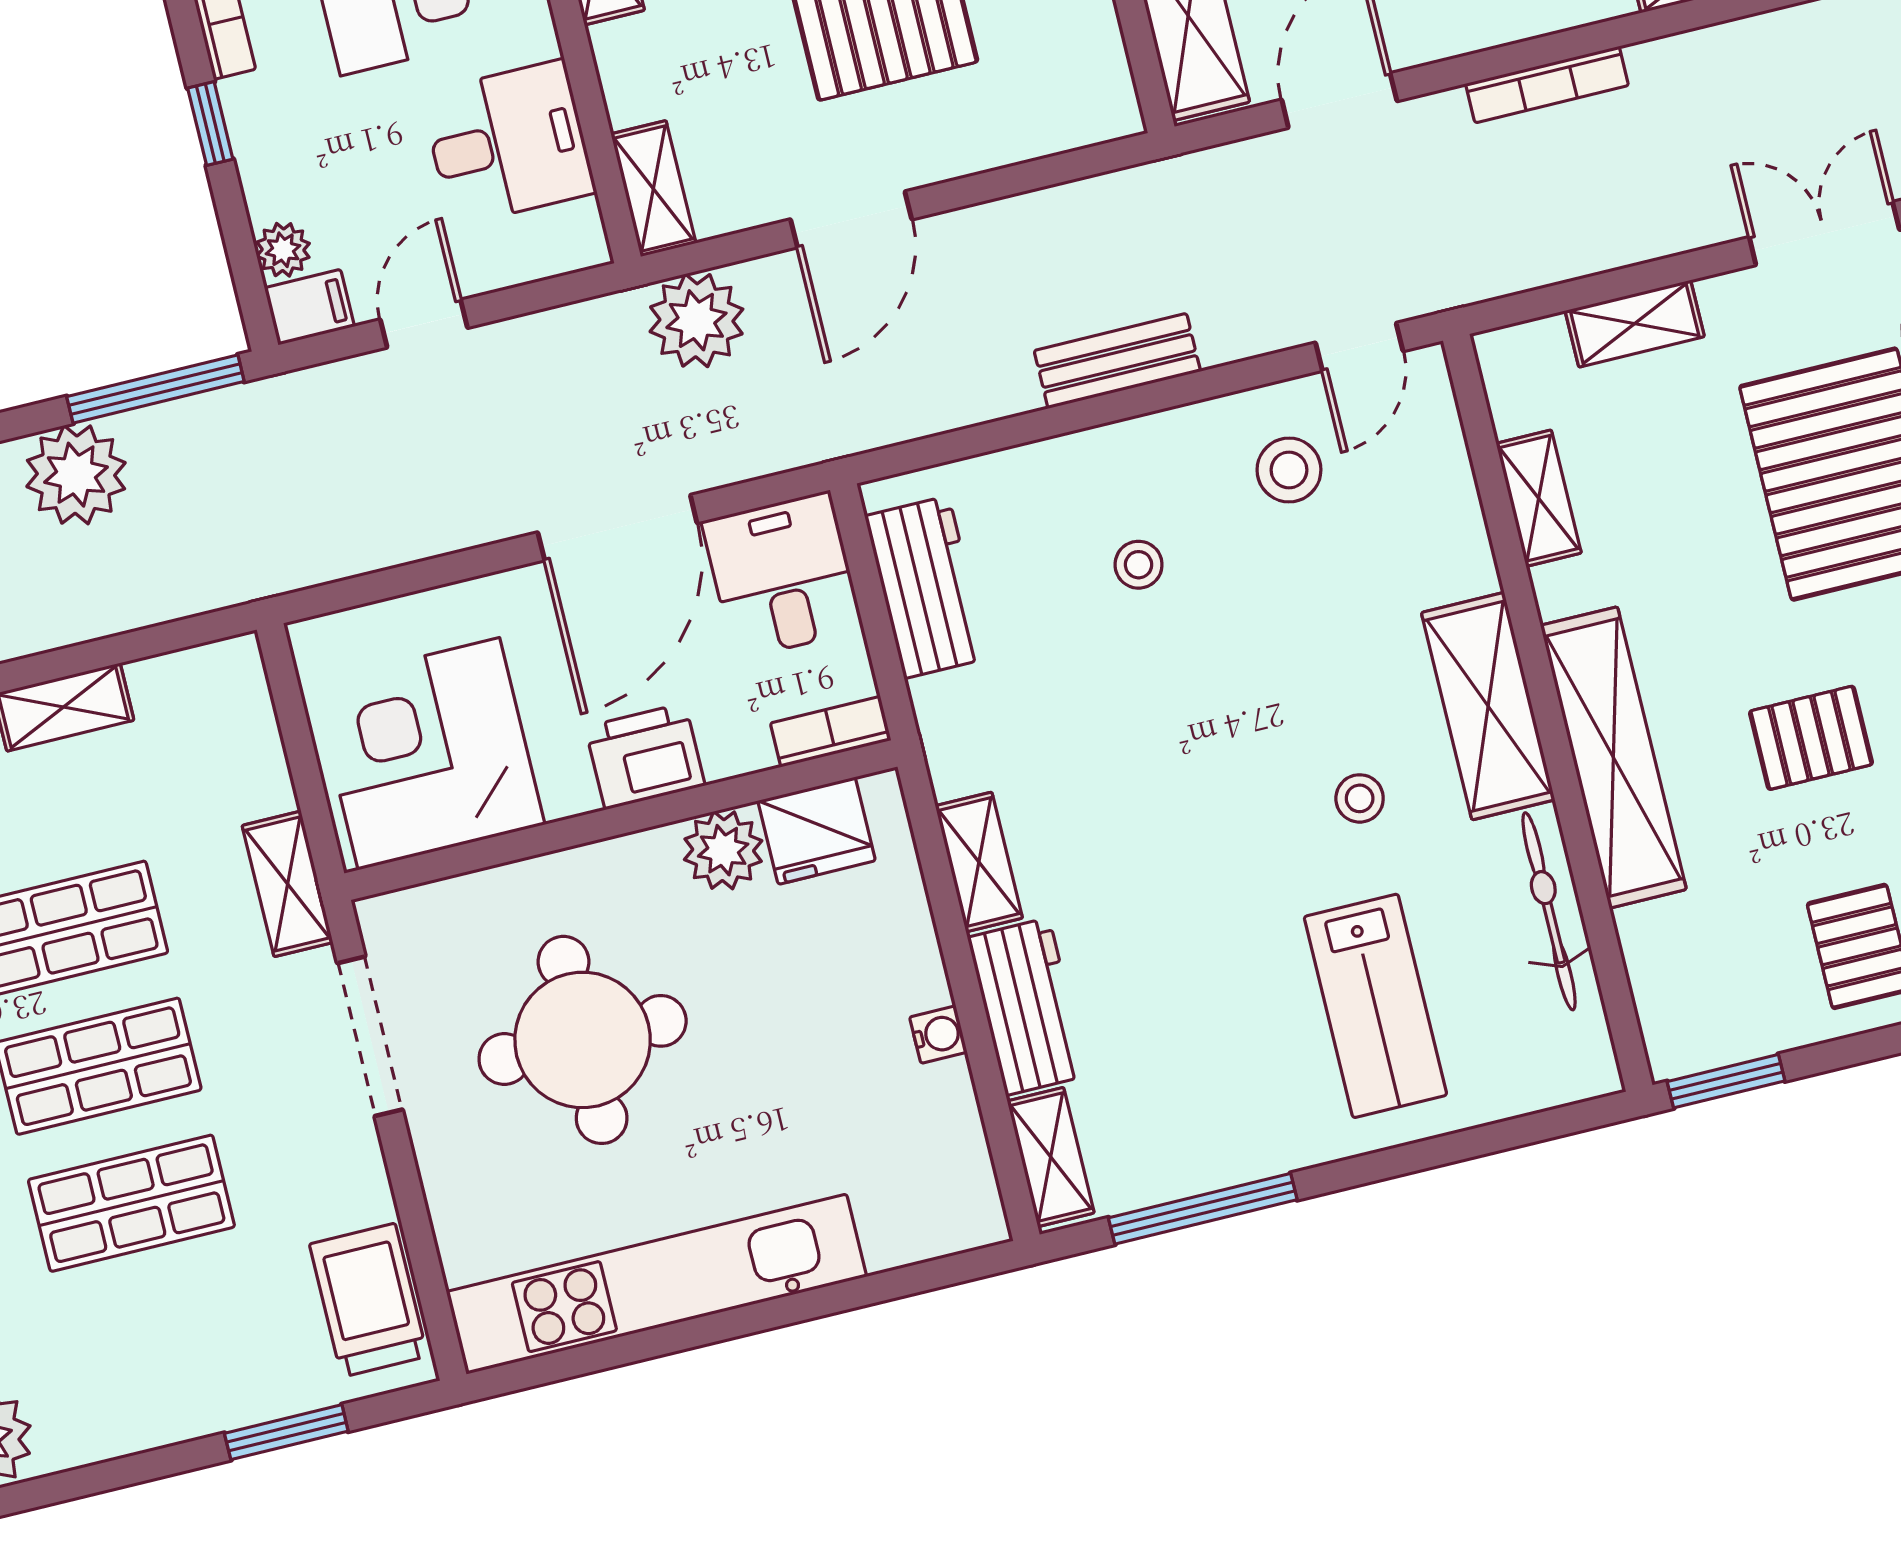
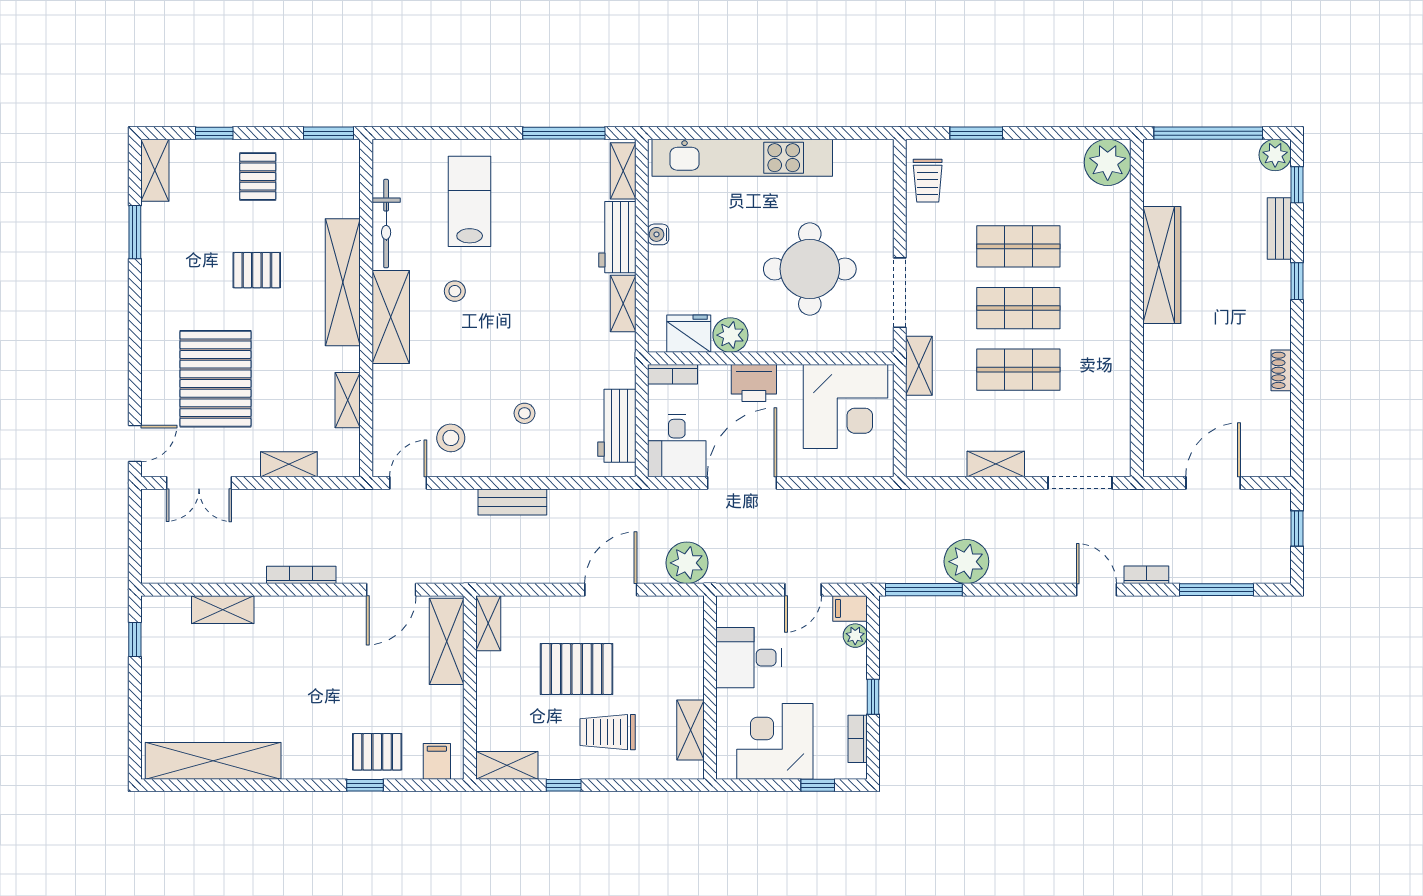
shelving: (653, 189) -> (488, 623), moved
kitchen unit: (656, 1284) -> (742, 158), moved
trolley: (368, 1300) -> (928, 181), width x0.73, depth x0.72

